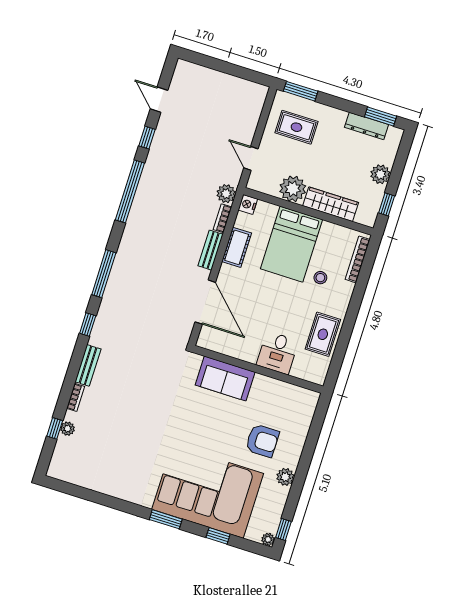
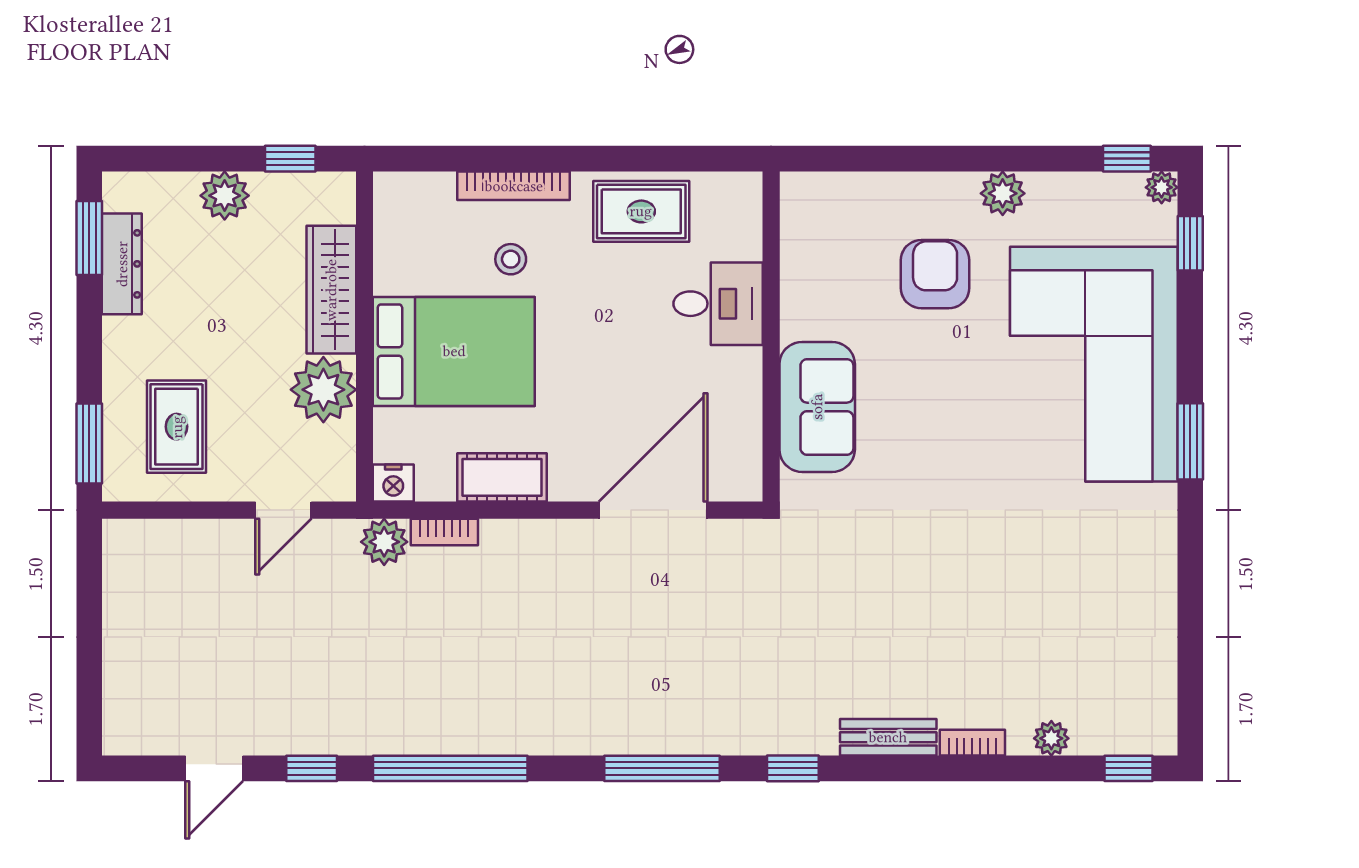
bench: (211, 250) -> (528, 536), removed
bookcase: (358, 259) -> (514, 186), moved
window: (55, 428) -> (1128, 768), moved
window: (218, 536) -> (1190, 243), moved

